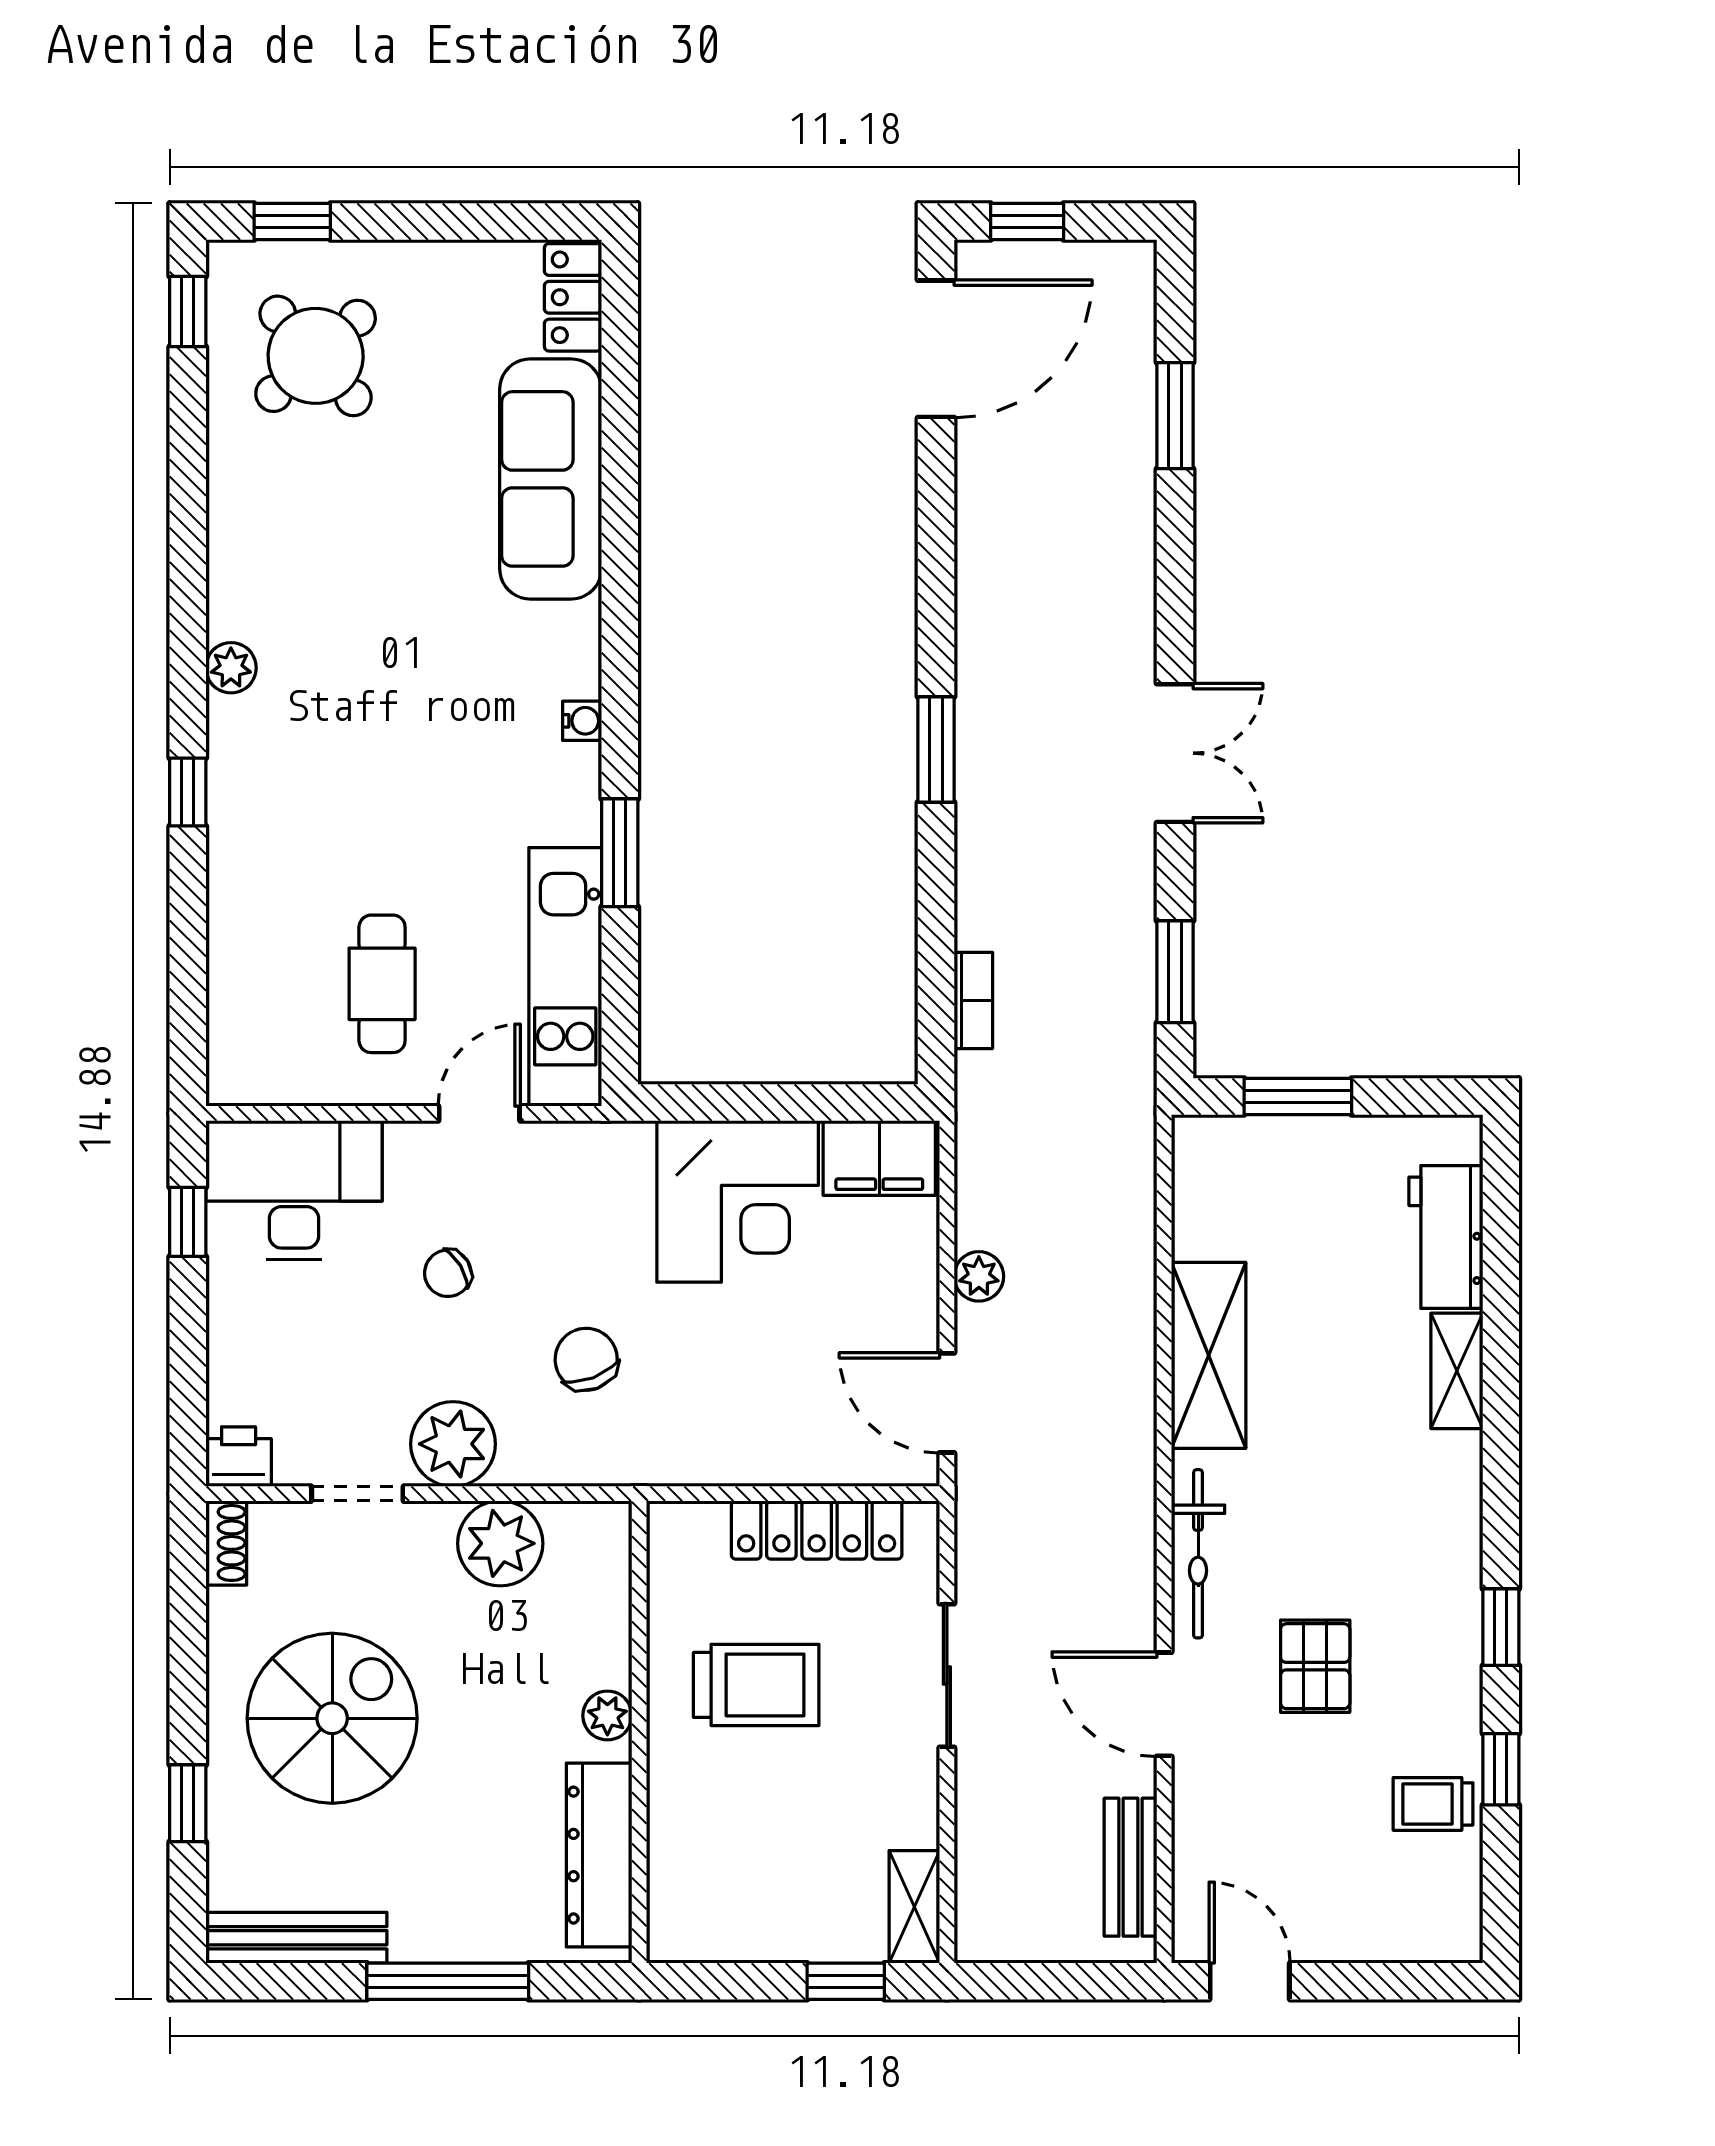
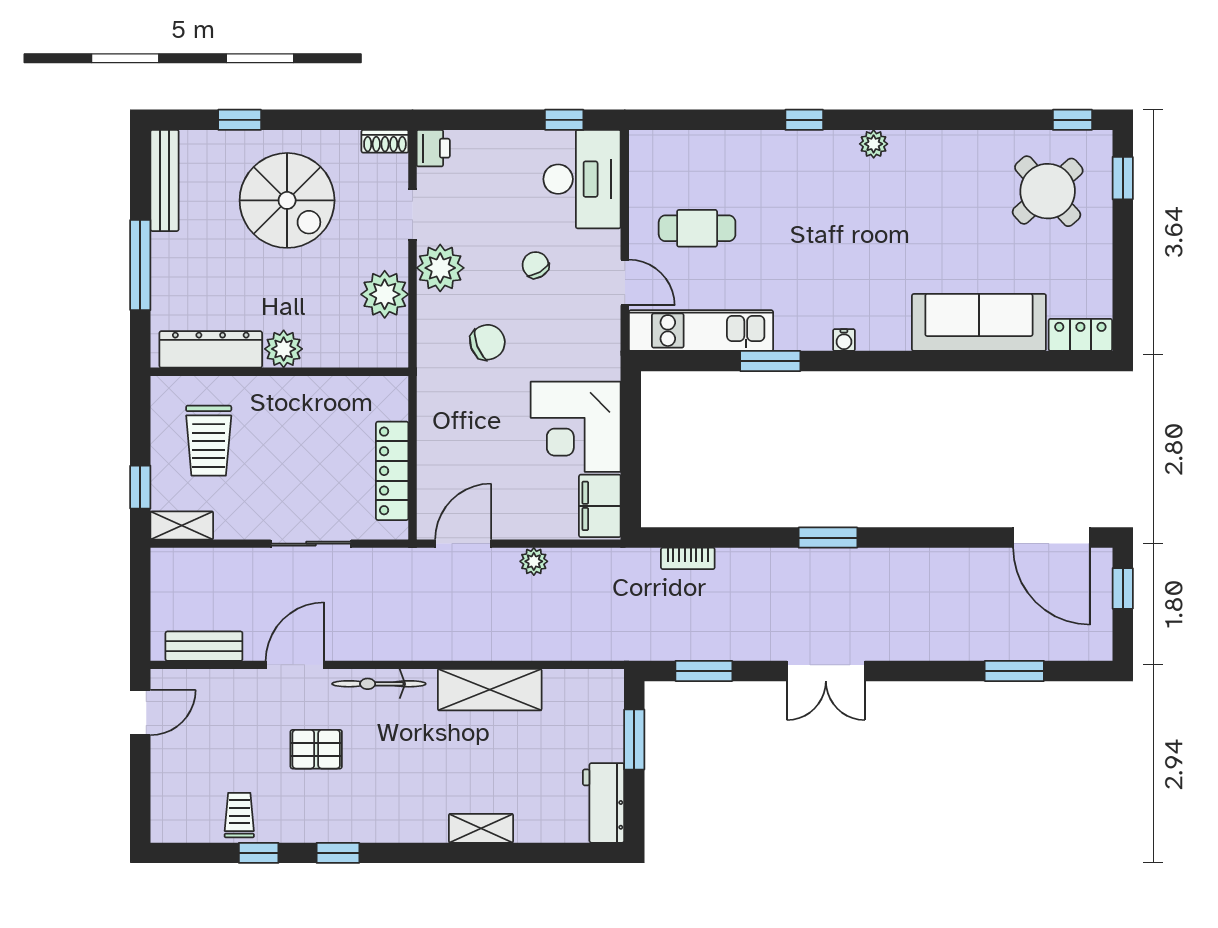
workbench: (1446, 1237) -> (603, 803), moved, turned -90
trolley: (756, 1685) -> (209, 441), moved
plant: (607, 1715) -> (284, 349), width x1.38, depth x1.38

